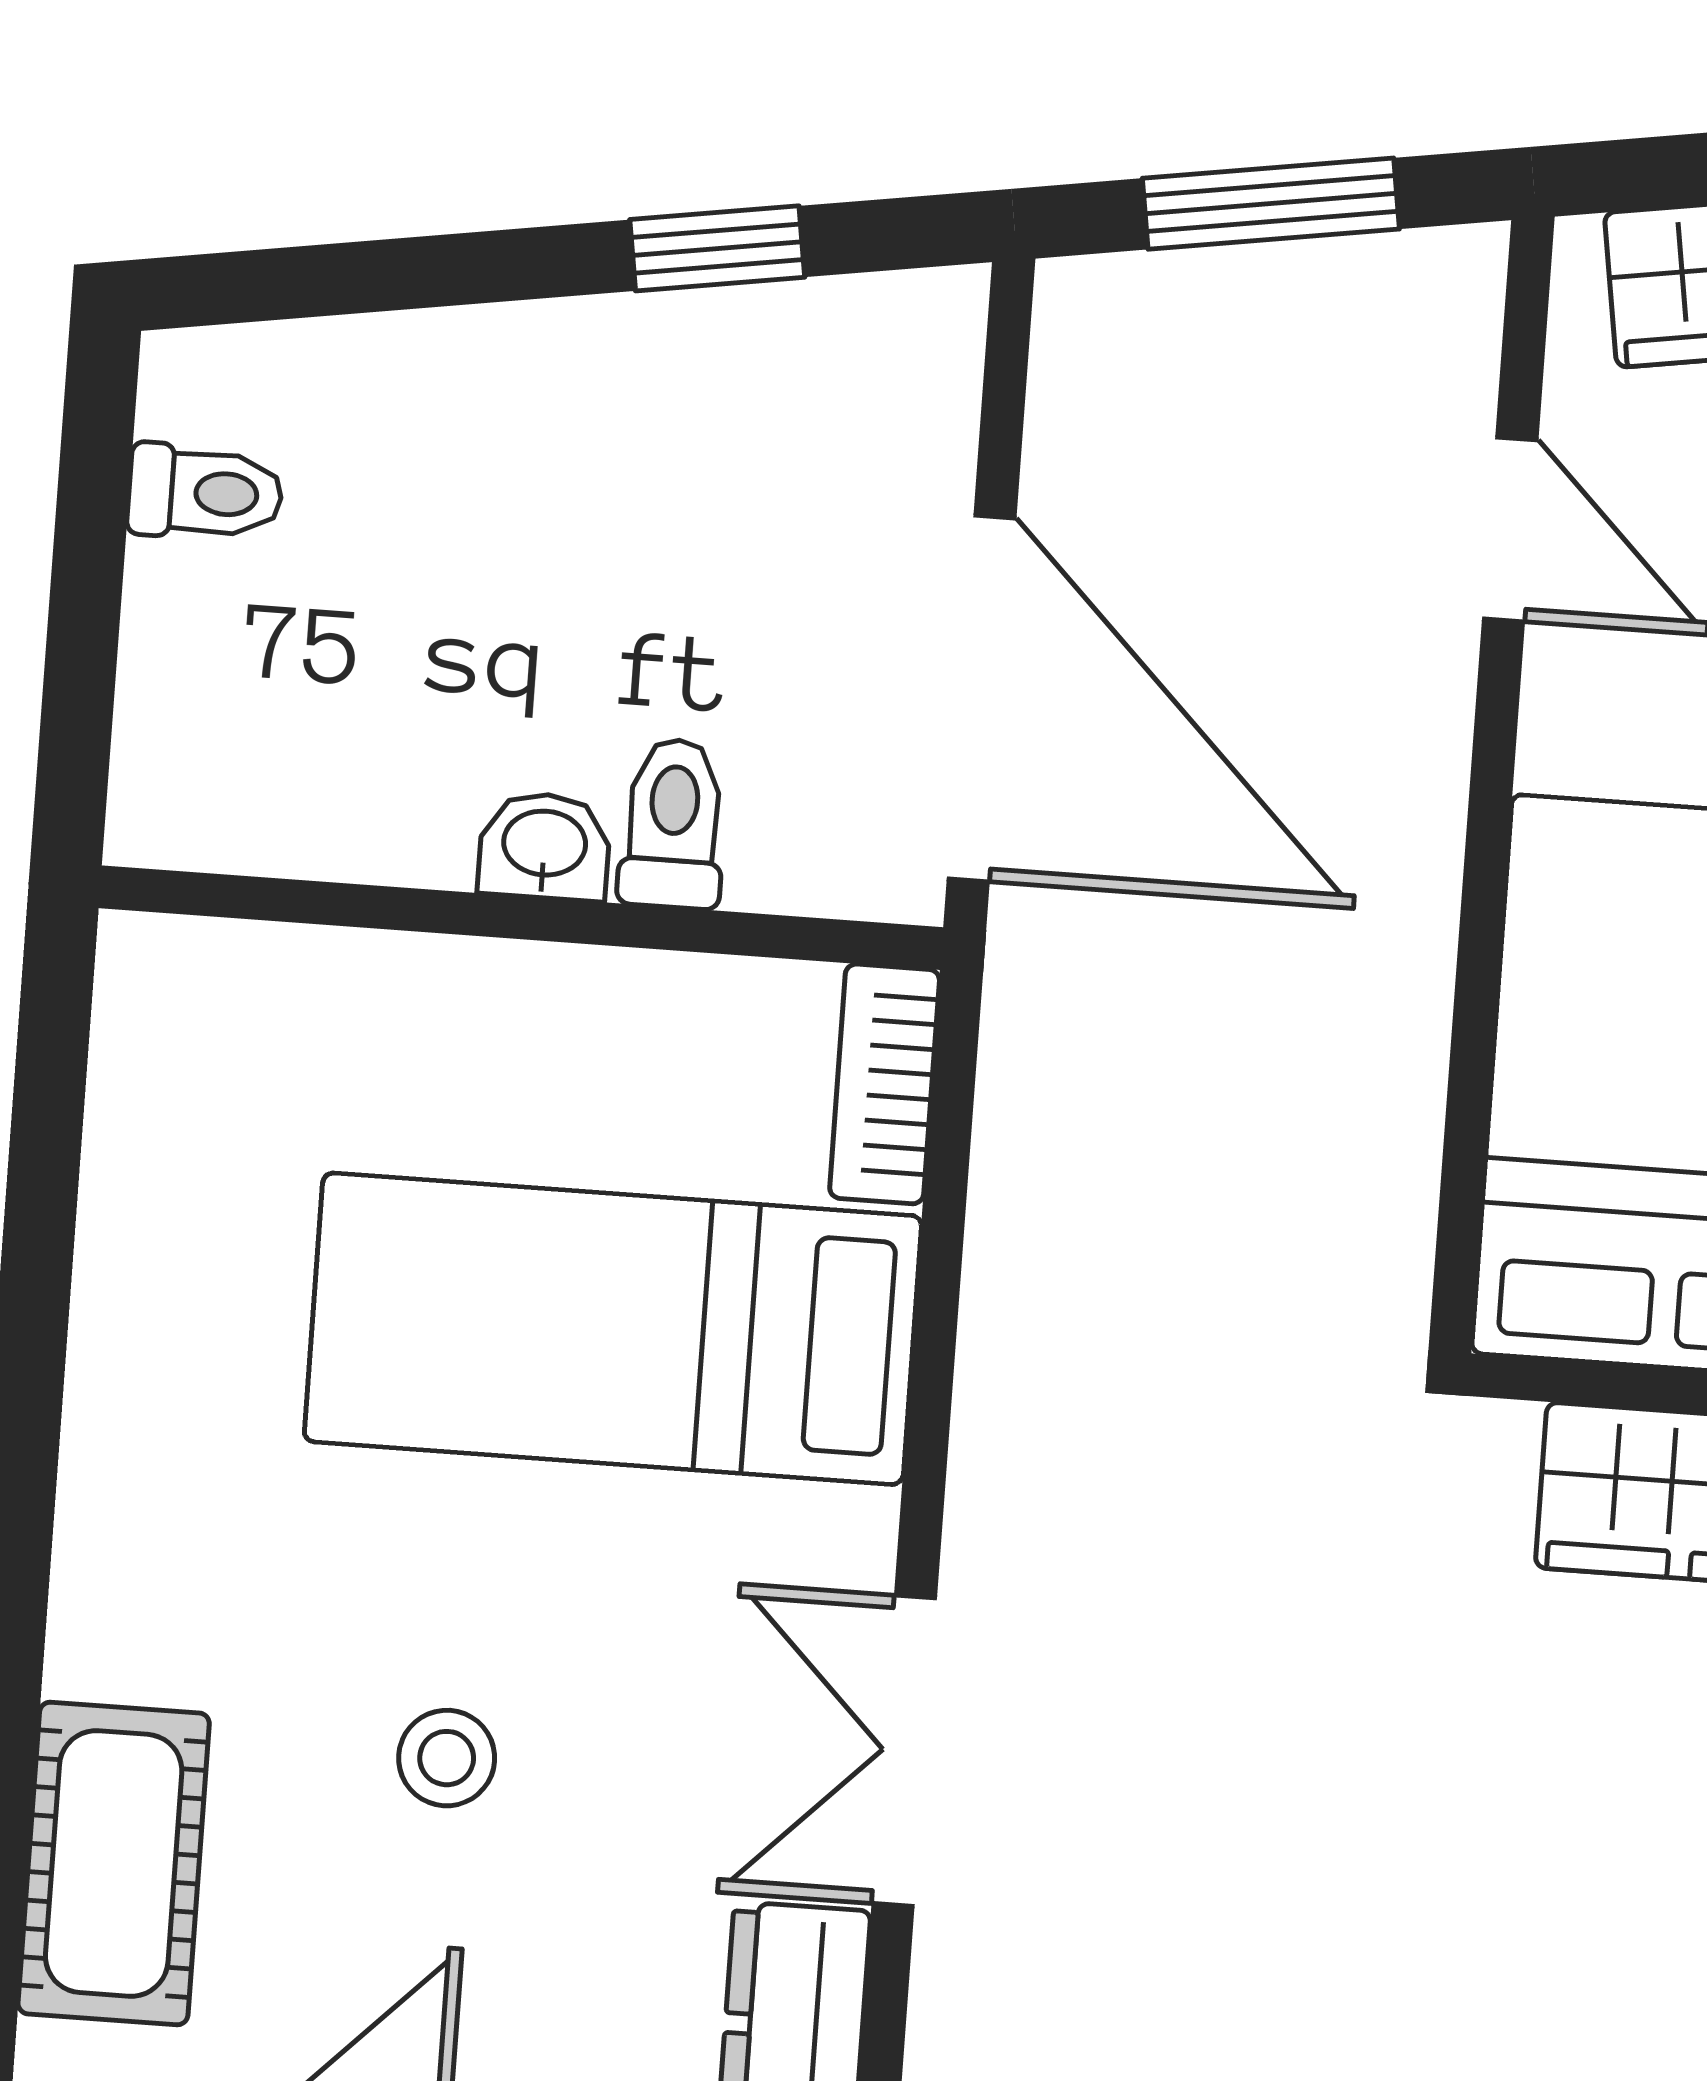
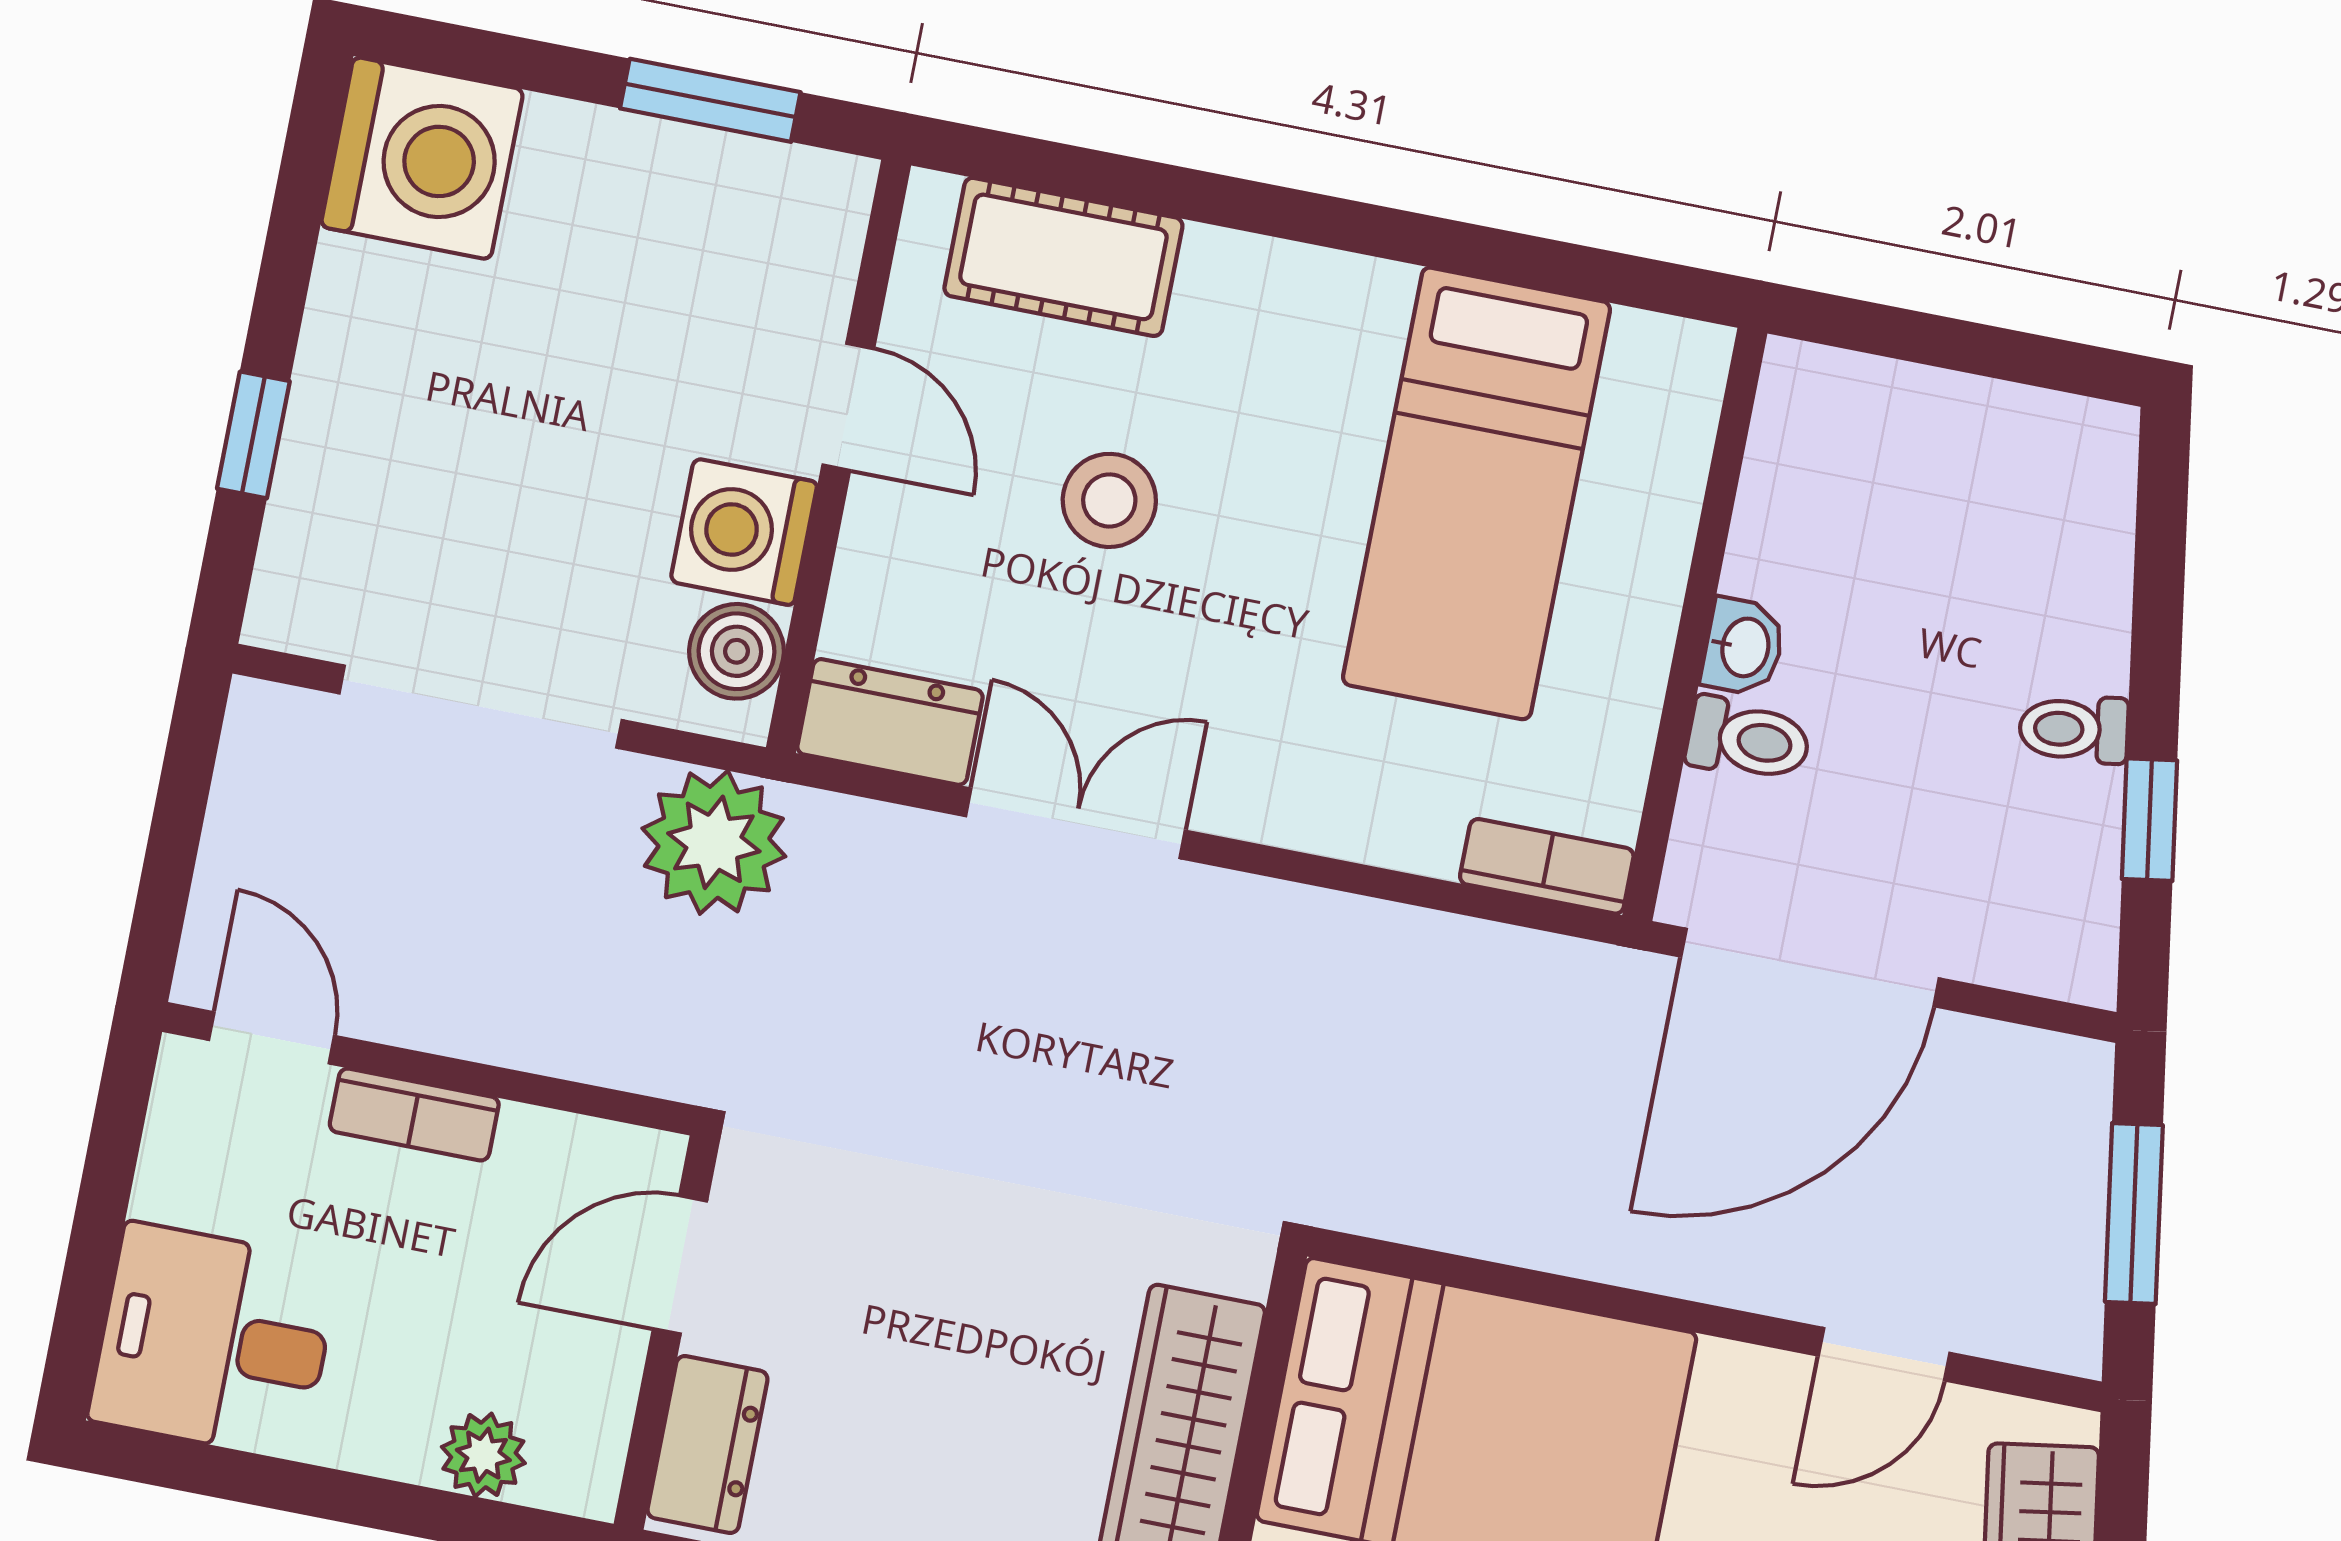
toilet: (205, 493) -> (2074, 729), moved, turned 81
bed: (613, 1329) -> (1476, 493), moved, turned 180
stool: (447, 1758) -> (1109, 500), width x1.37, depth x1.37

